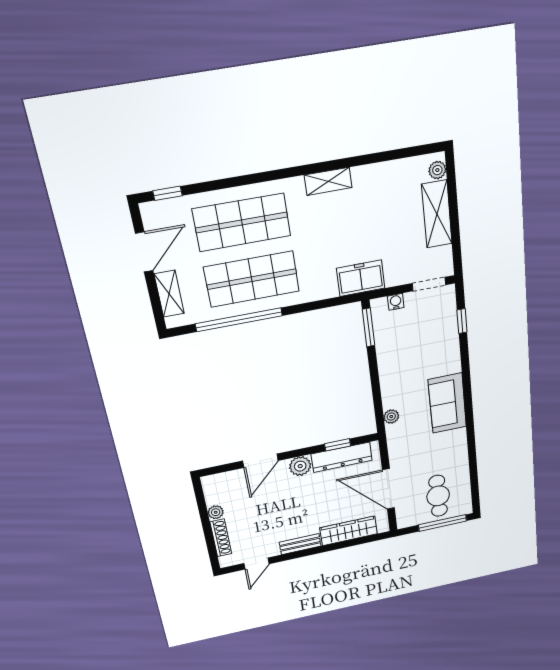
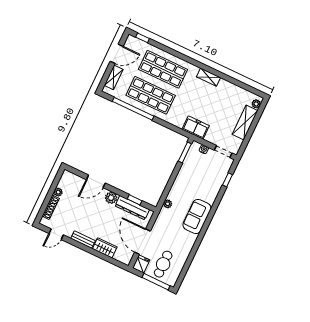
fridge: (406, 517) -> (141, 264), added
wardrobe: (349, 531) -> (105, 248), width x0.67

